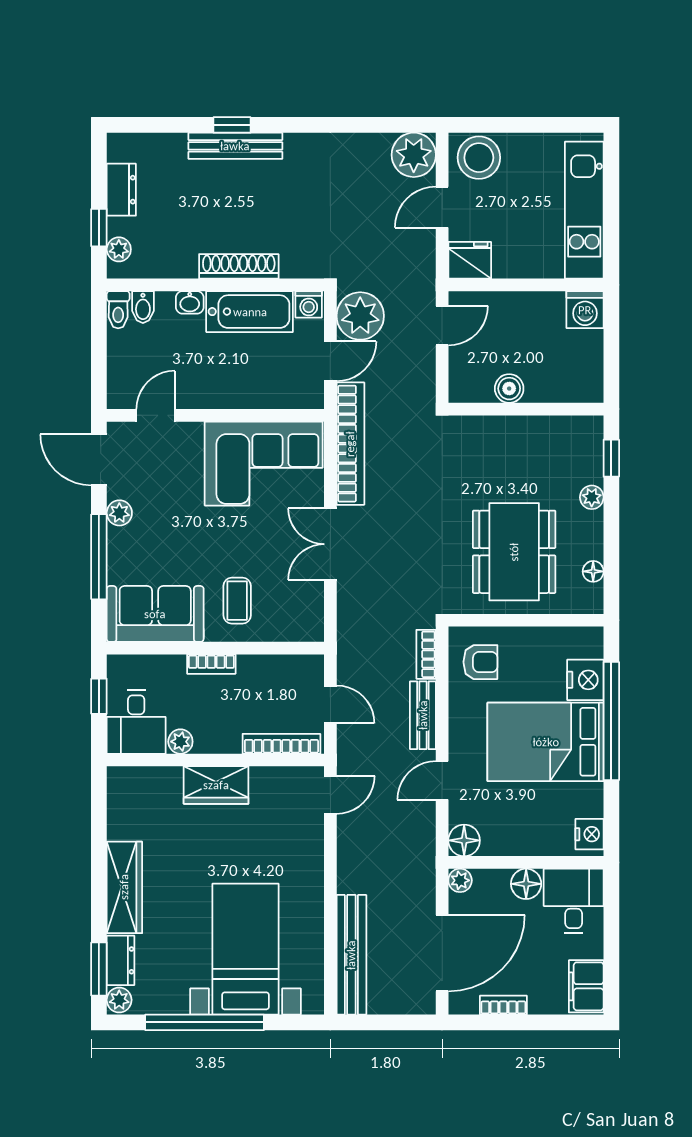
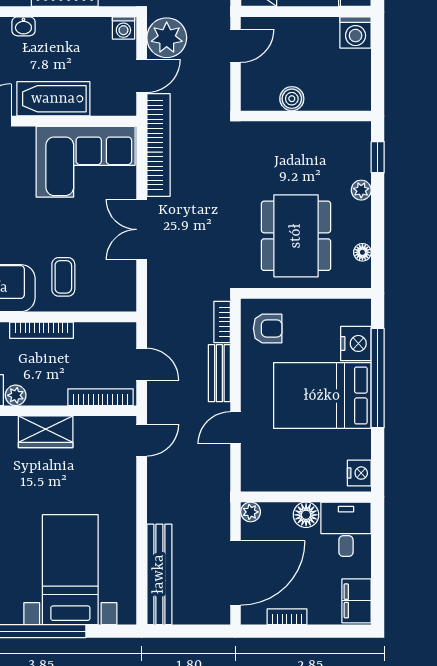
bathtub: (250, 312) -> (53, 99), moved, turned 180
bookcase: (211, 664) -> (42, 330), width x1.56
floor lamp: (464, 840) -> (254, 478), removed

